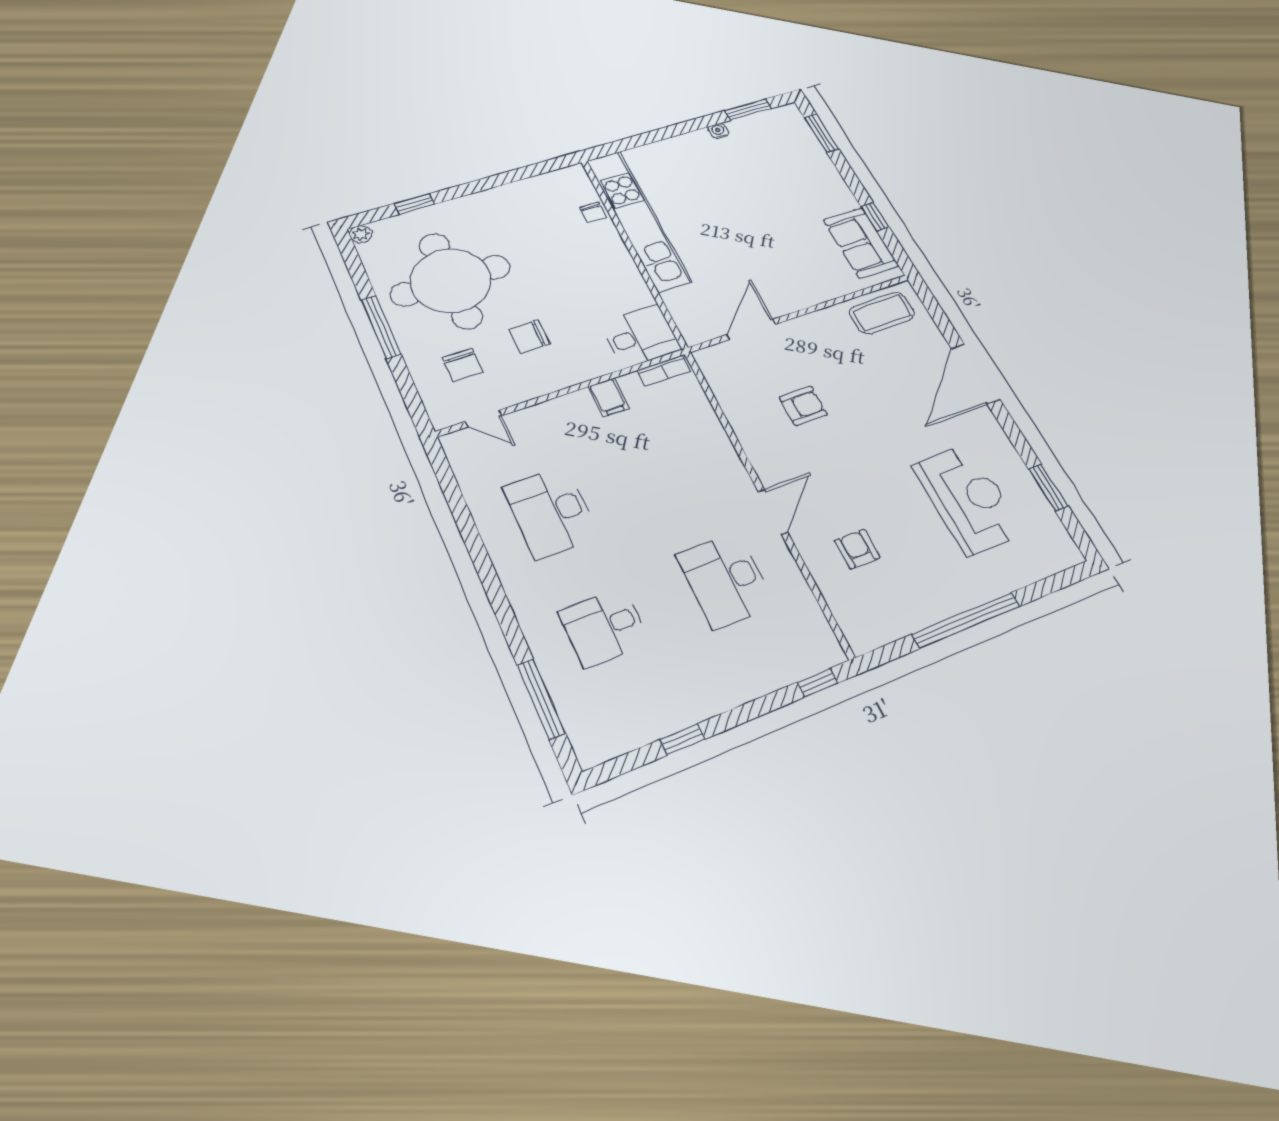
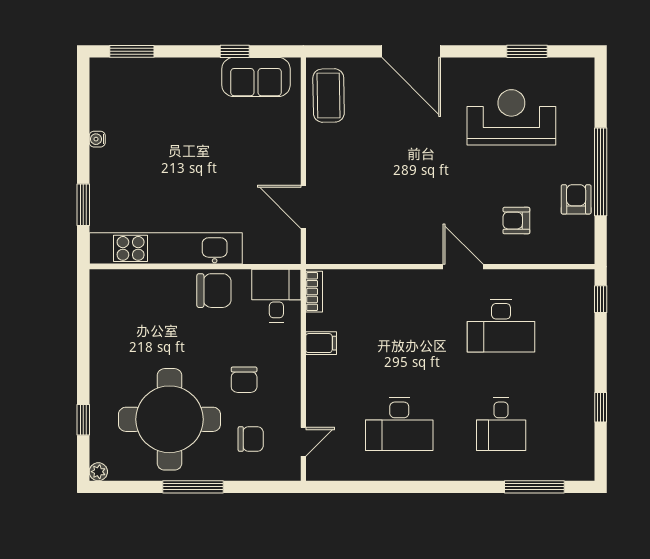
window: (748, 110) -> (83, 205), moved
chair: (593, 212) -> (214, 291), moved, width x1.87, depth x1.87
armchair: (803, 406) -> (576, 199), moved

